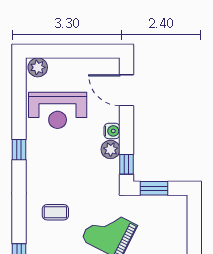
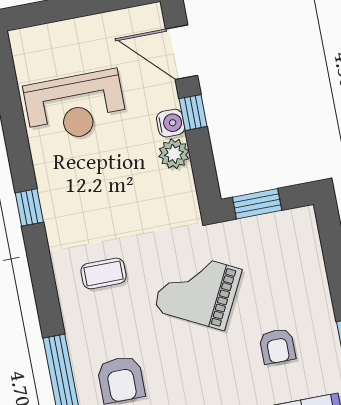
plant: (38, 67) -> (30, 42), removed
window: (19, 150) -> (29, 207), moved
window: (126, 164) -> (193, 113), moved

